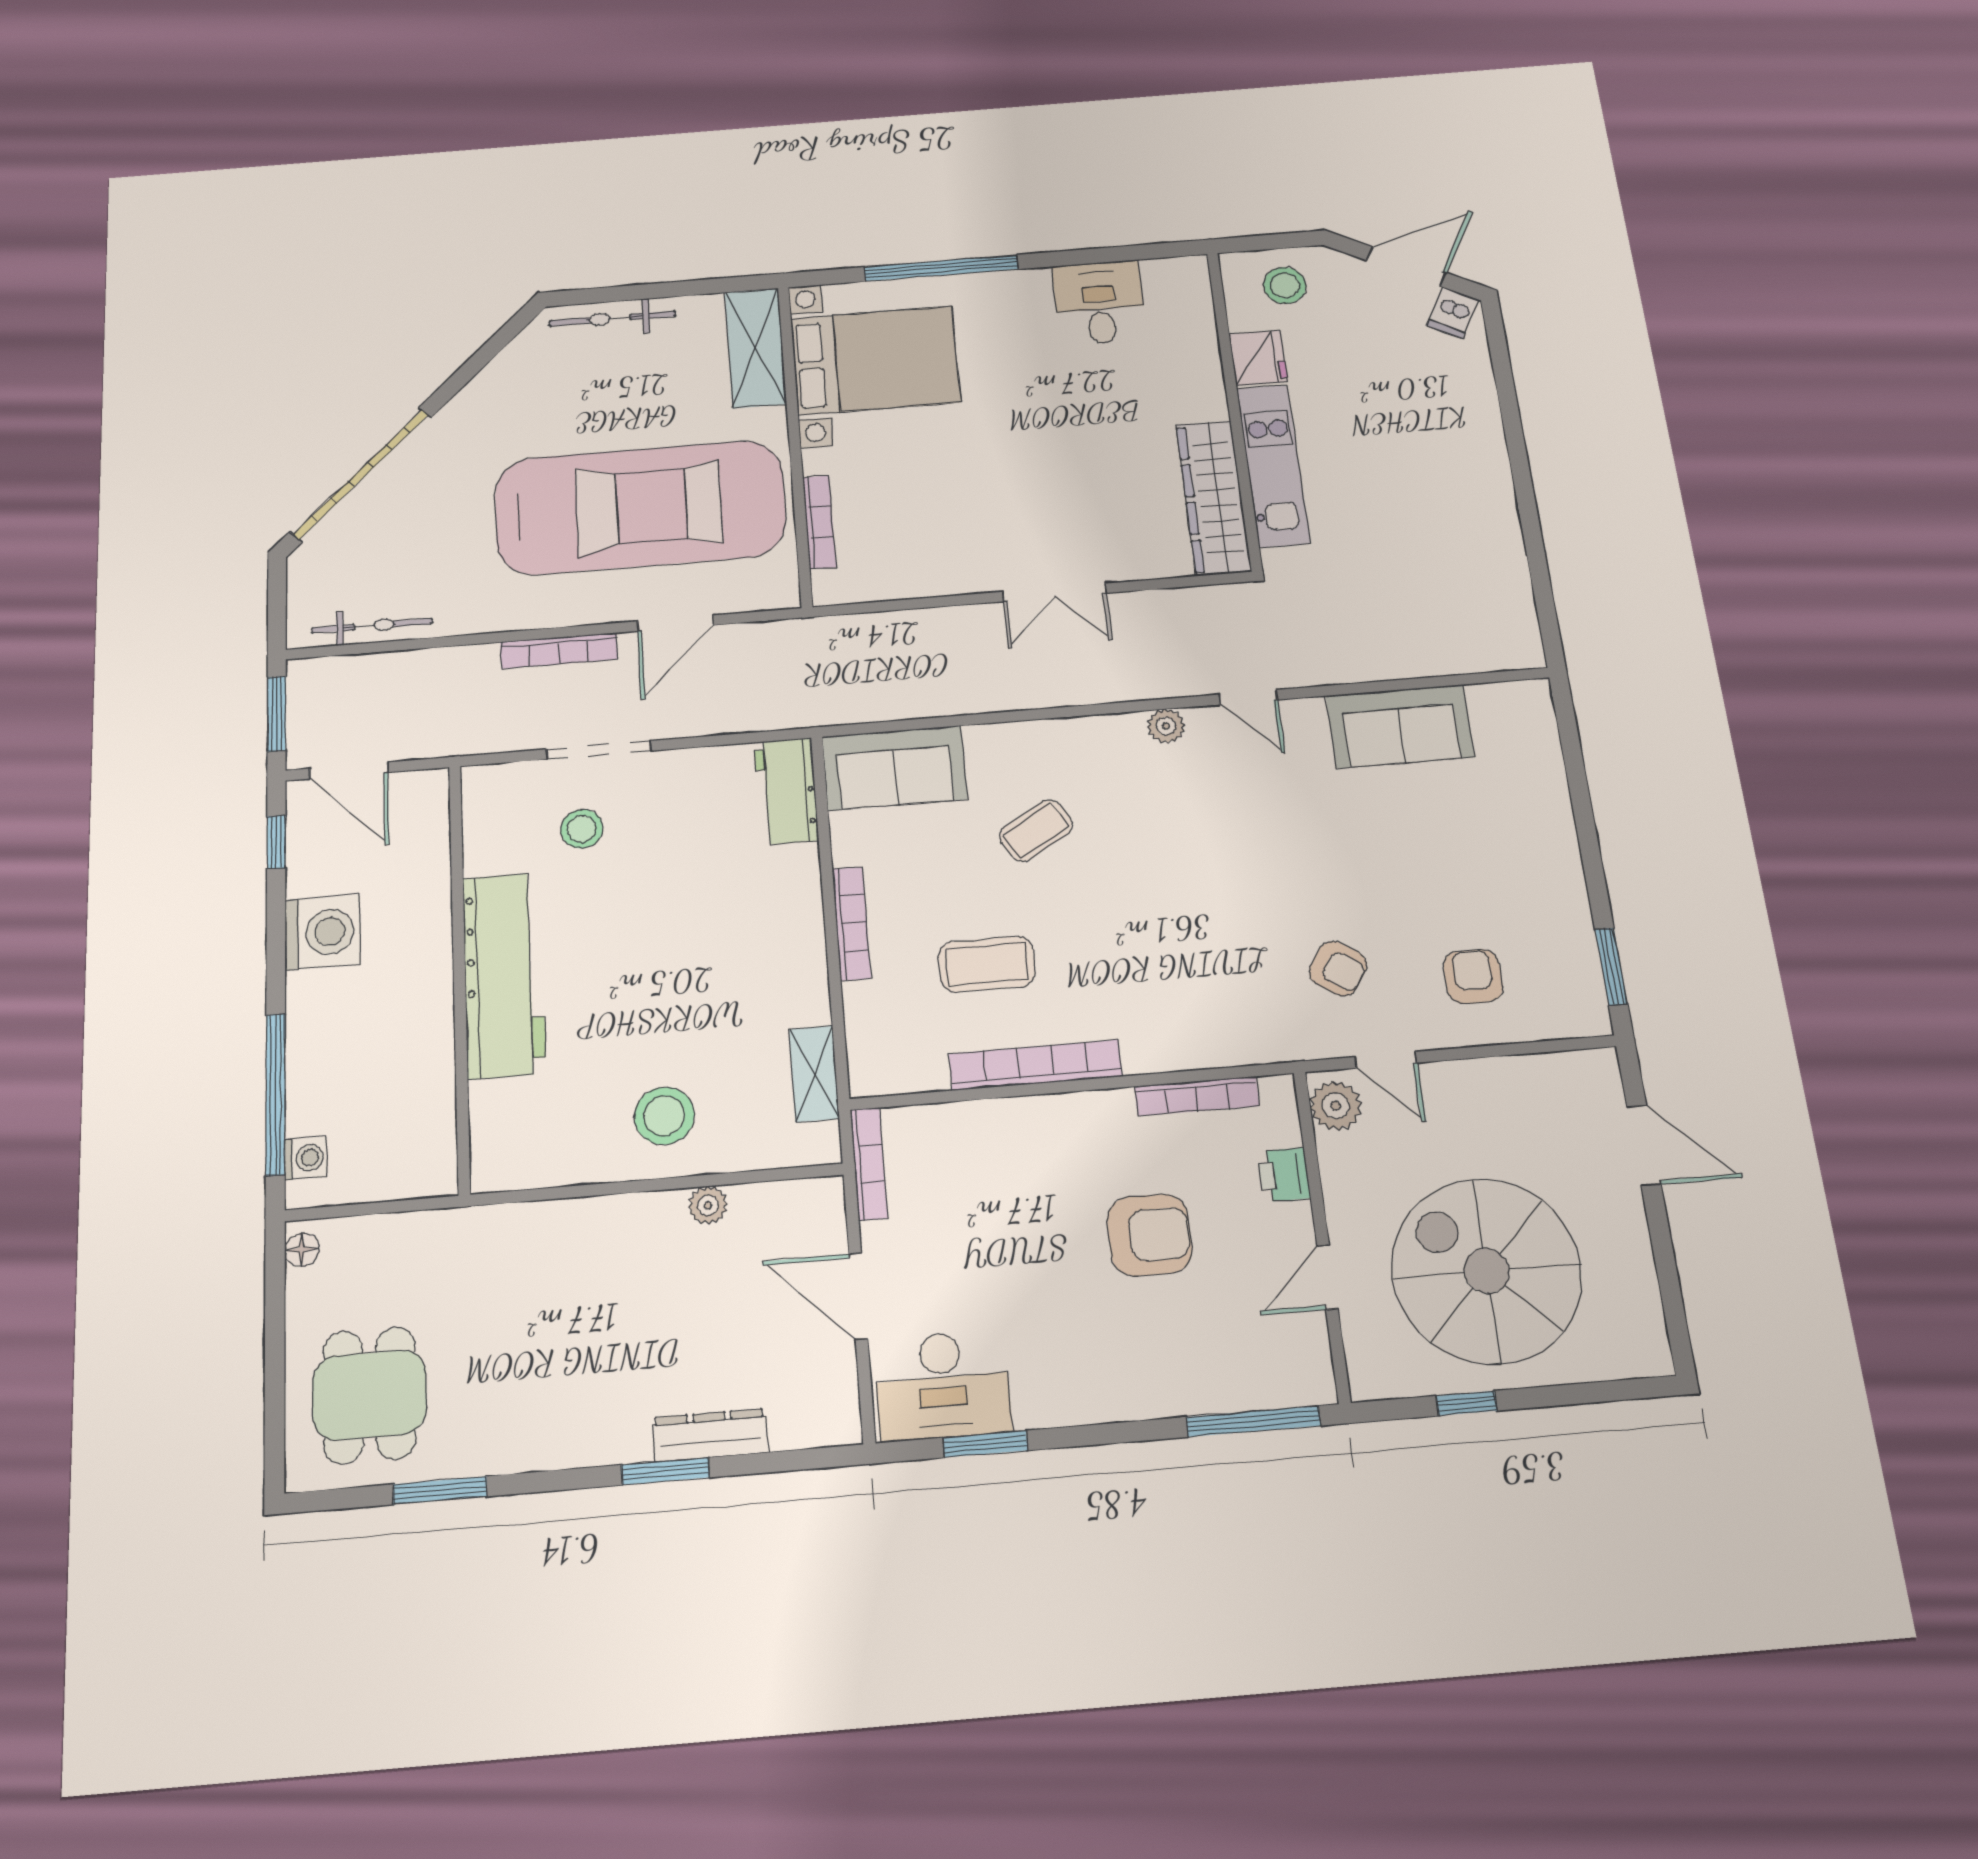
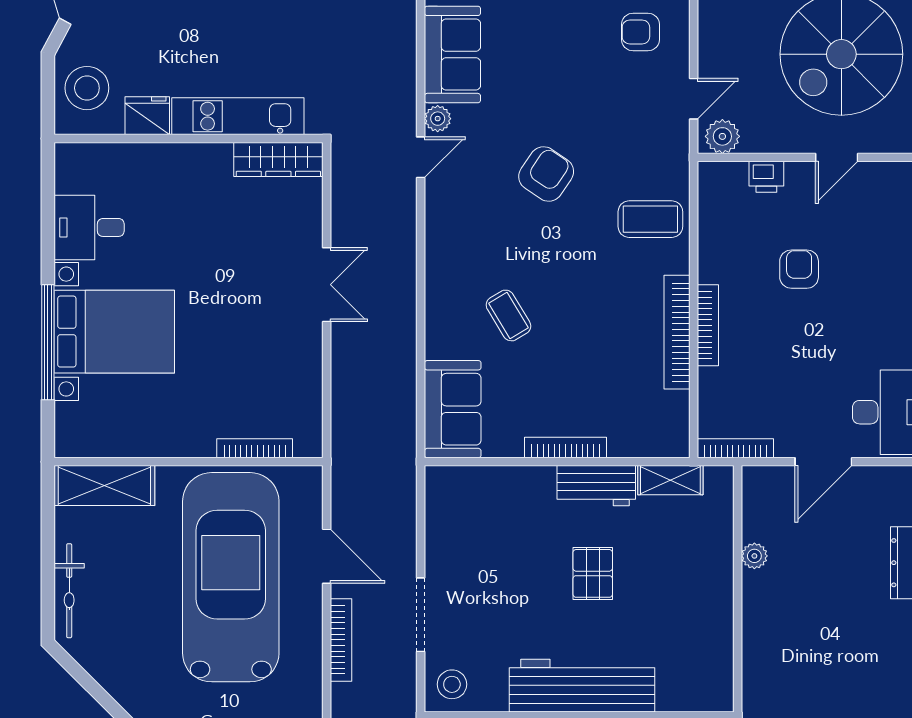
stool: (1285, 285) -> (87, 88), width x1.38, depth x1.38
bed with nightstands: (875, 360) -> (114, 332), moved, turned 90
wardrobe: (1214, 498) -> (278, 159), width x0.71, depth x0.85
plant: (1166, 726) -> (438, 119), moved
workbench: (786, 791) -> (596, 486), moved
stool: (582, 829) -> (452, 684), moved
coffee table: (987, 964) -> (650, 219), moved, turned 90
armchair: (1338, 969) -> (546, 174), moved, width x1.38, depth x1.38
pallet: (669, 976) -> (593, 573), added
bookcase: (1197, 1096) -> (708, 325), moved
stool: (664, 1116) -> (691, 582), removed
armchair: (1150, 1235) -> (799, 269), width x0.72, depth x0.72
door: (1327, 1277) -> (837, 157), hinge flipped

